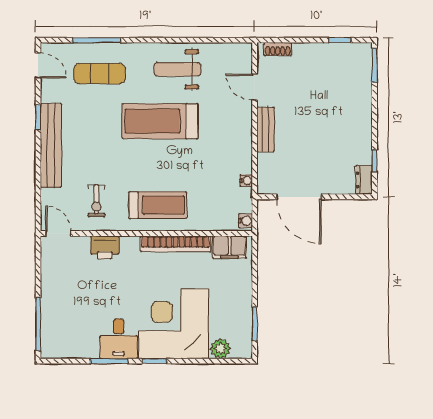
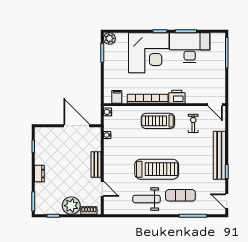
plant: (308, 58) -> (71, 206), added
weight bench: (178, 69) -> (146, 199), turned 180
exercise mat: (99, 74) -> (180, 195), moved
dresser: (364, 180) -> (39, 174), moved
printer: (105, 247) -> (177, 97), moved
filing cabinet: (229, 247) -> (117, 97), width x0.50
desk: (119, 339) -> (190, 48), width x1.87, depth x1.30
plant: (220, 349) -> (109, 38), moved

